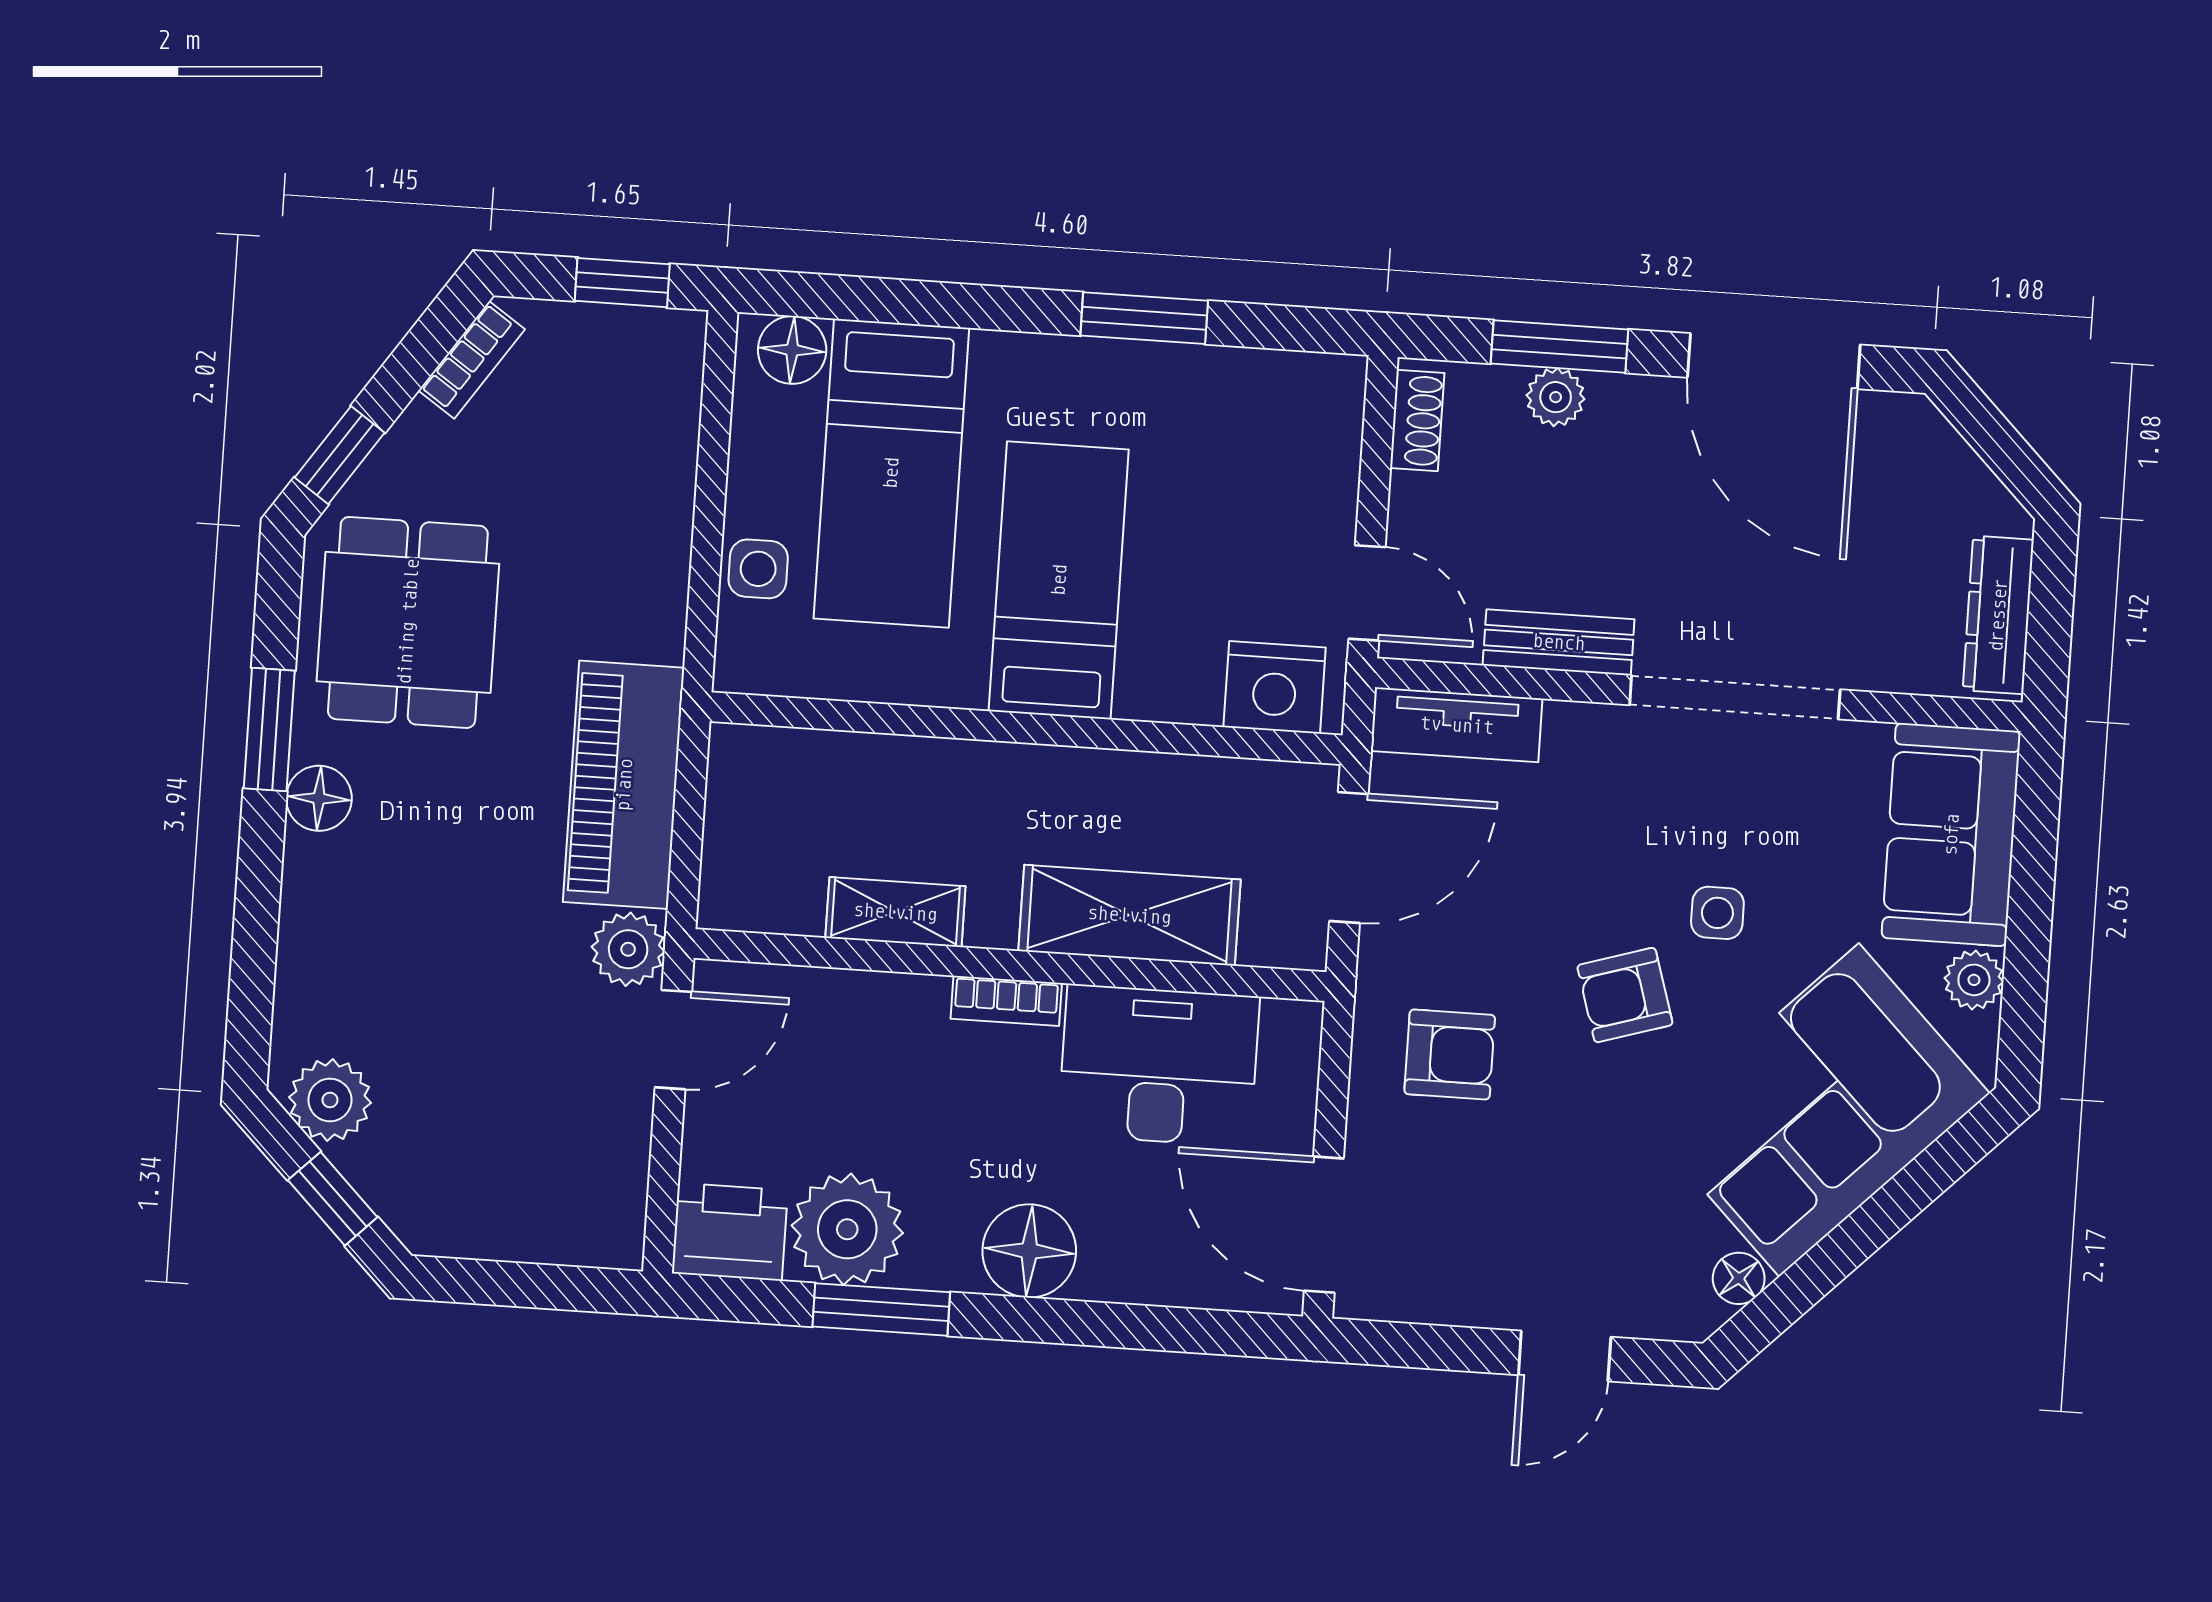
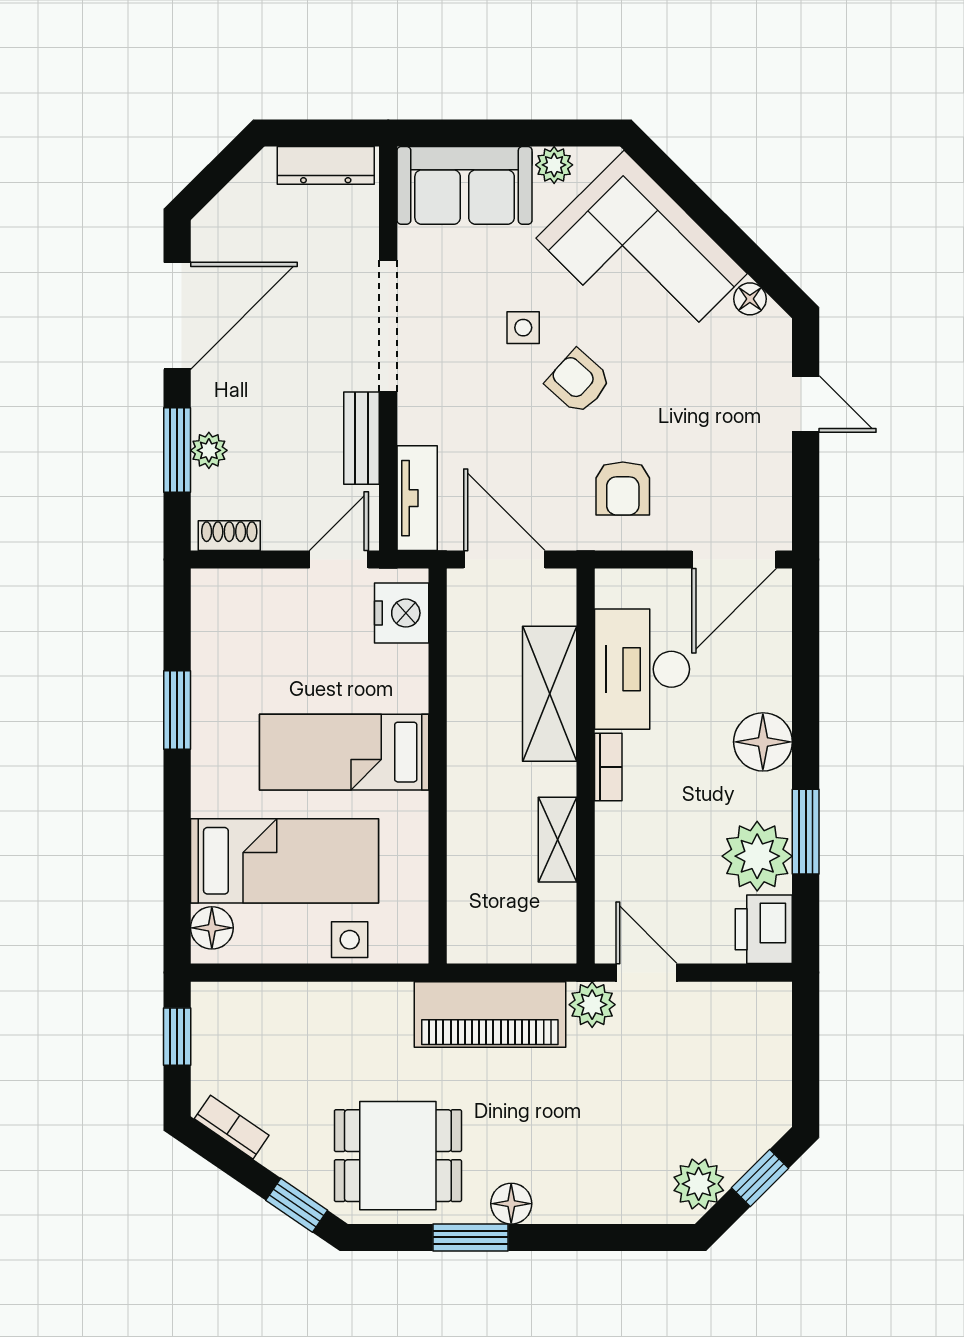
armchair: (1625, 995) -> (578, 382), turned 149
armchair: (1450, 1054) -> (623, 488), turned 180

